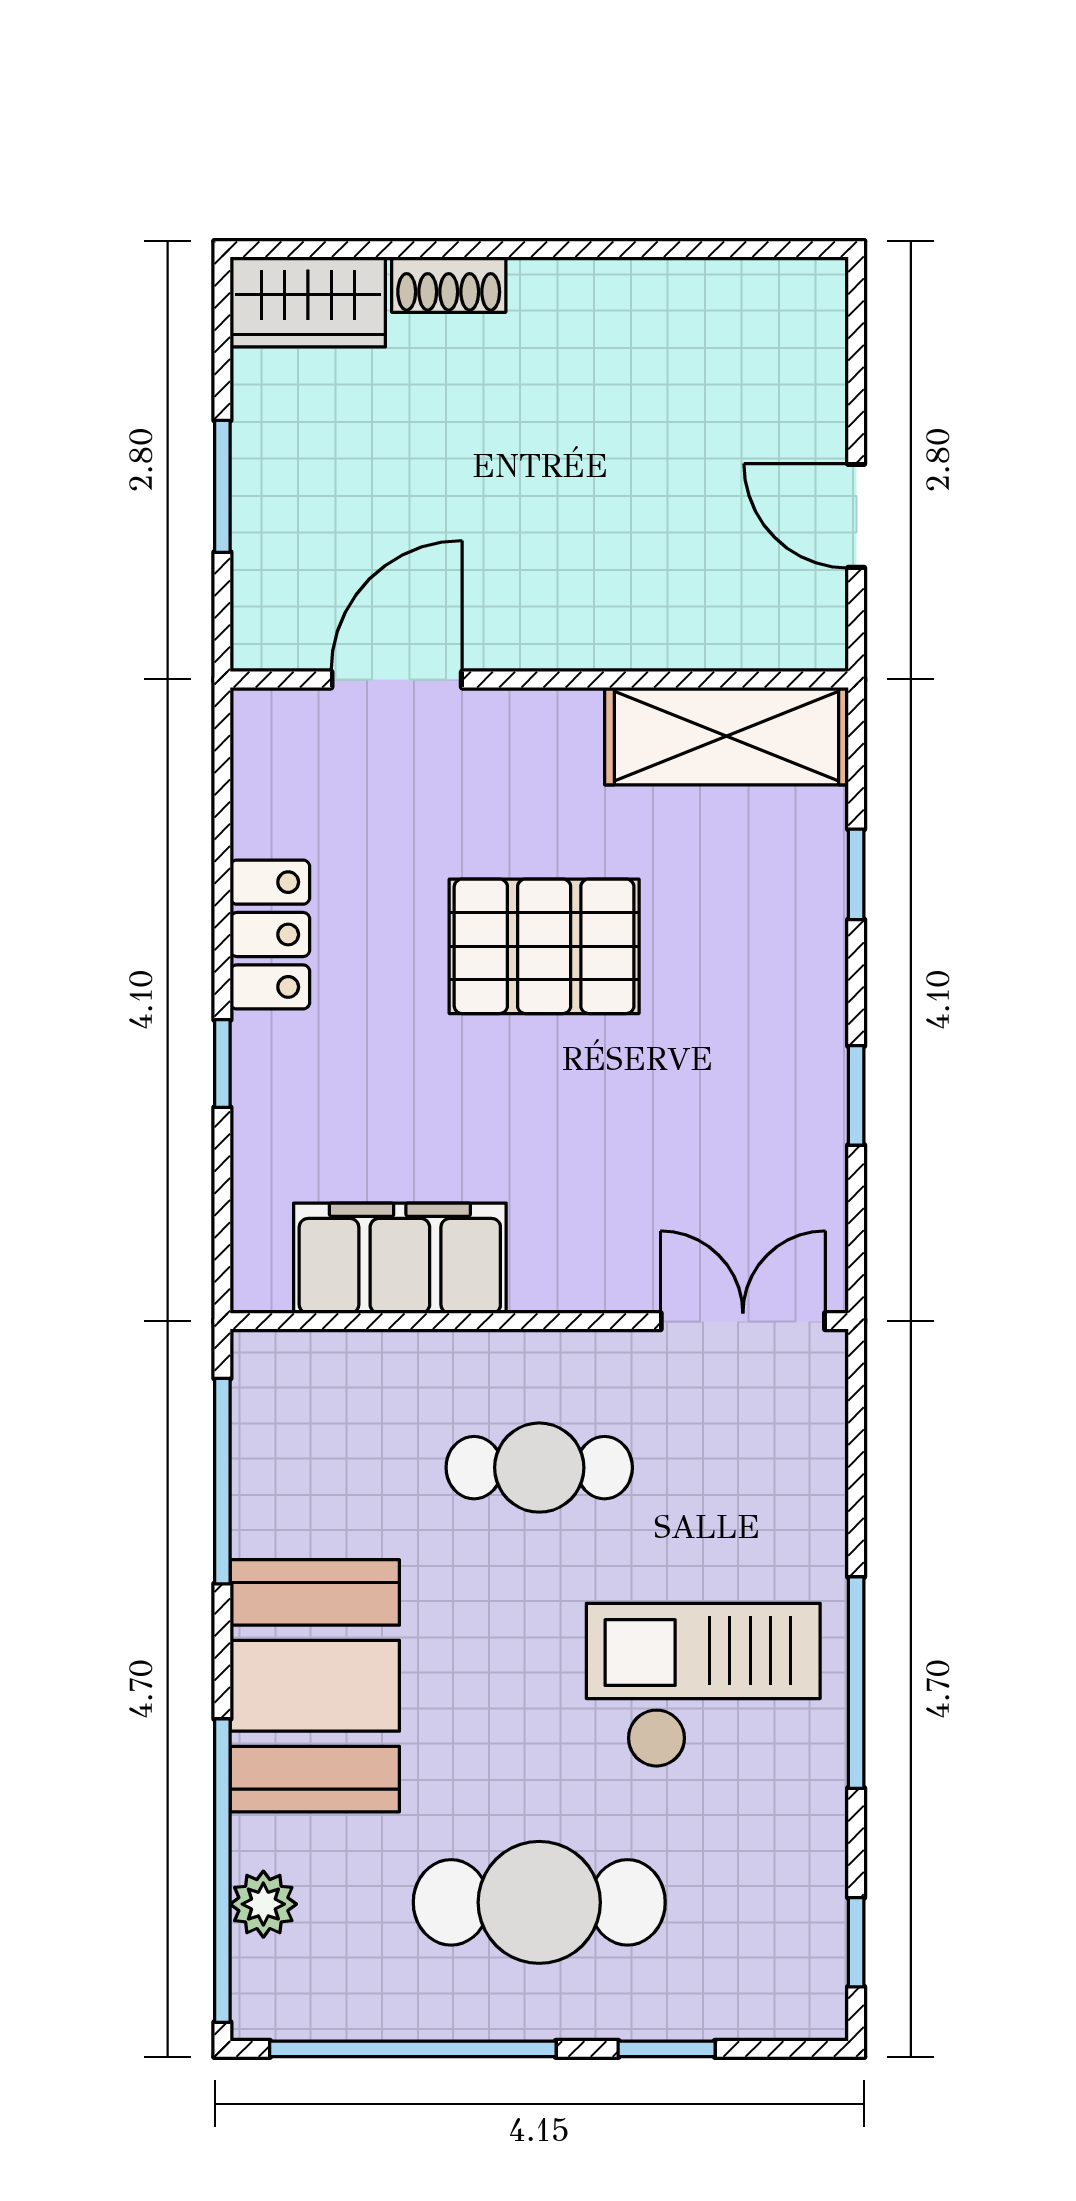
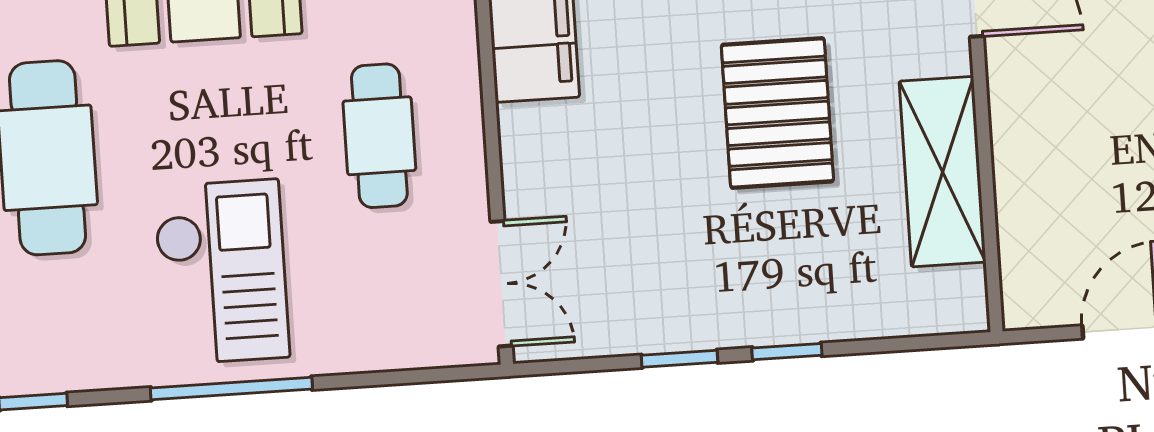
shelving: (726, 736) -> (943, 172), moved
window: (856, 874) -> (787, 352), moved

